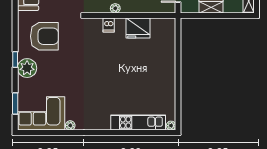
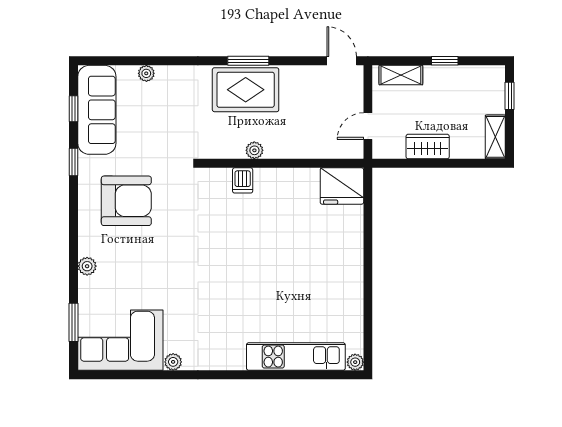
fridge: (138, 28) -> (342, 186), moved
window: (15, 59) -> (74, 162), moved
plant: (27, 68) -> (87, 266), width x0.53, depth x0.53

